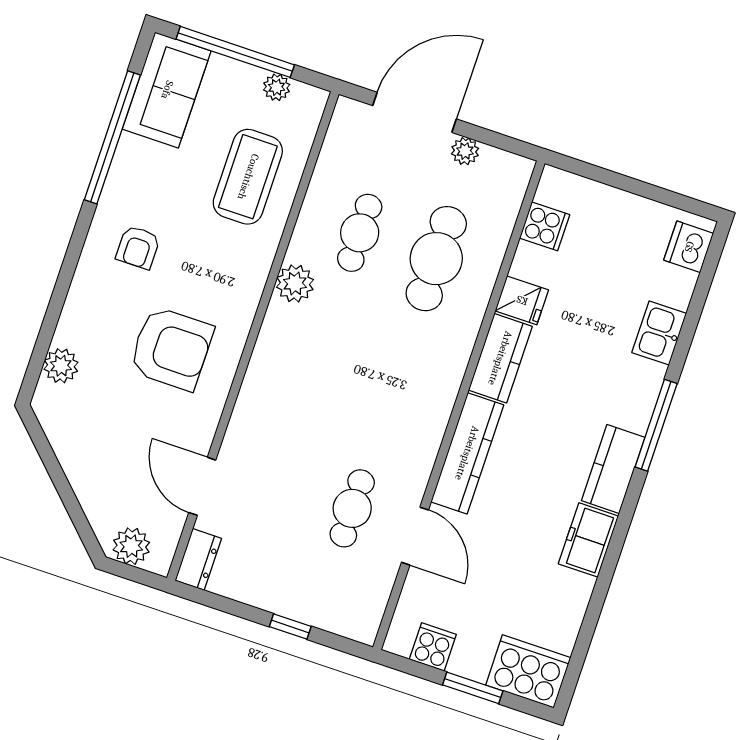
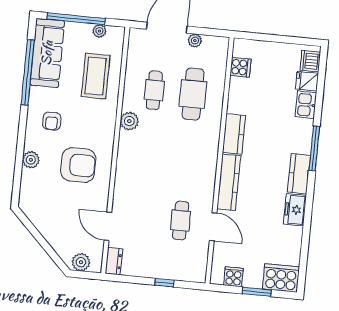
sofa: (167, 90) -> (47, 53), width x1.36
fridge: (522, 300) -> (307, 81), moved, turned 180
plant: (61, 366) -> (31, 160), moved

